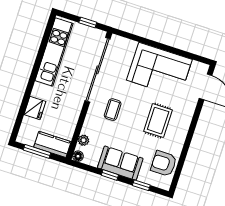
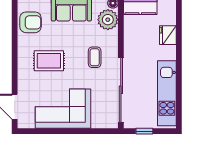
rug: (158, 121) -> (49, 61), turned 90
plant: (83, 140) -> (108, 20), width x1.88, depth x1.88

